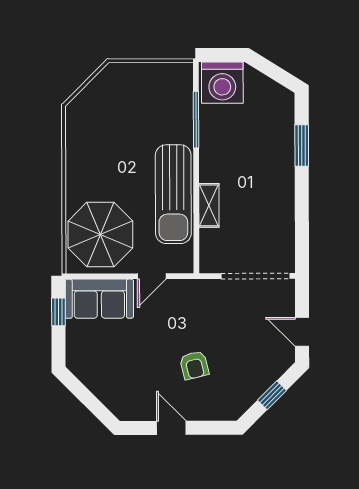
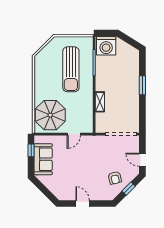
window: (302, 146) -> (142, 85), moved
sun lounger: (173, 194) -> (71, 69), moved
sofa: (99, 299) -> (43, 159), moved, turned -90
armchair: (194, 365) -> (115, 178), moved

